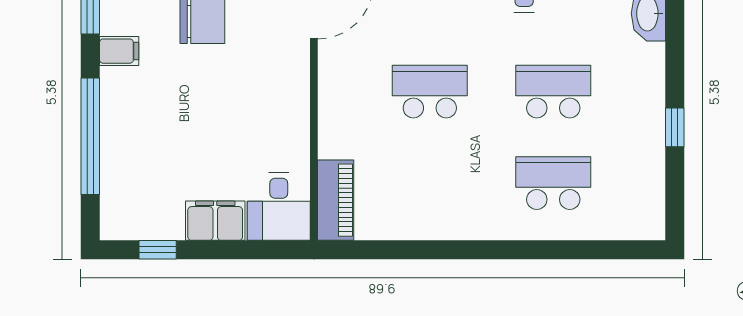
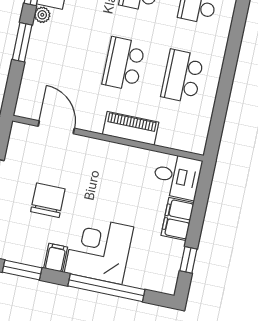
corner desk: (145, 113) -> (99, 250), added
school desk: (430, 183) -> (182, 76), added
piano: (336, 200) -> (131, 128), moved

